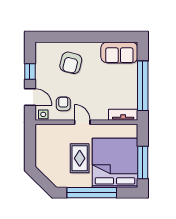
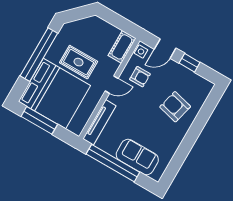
sofa: (119, 52) -> (137, 157), moved, turned 90
tv unit: (123, 115) -> (99, 122), width x1.41
cot: (48, 131) -> (122, 47), added

